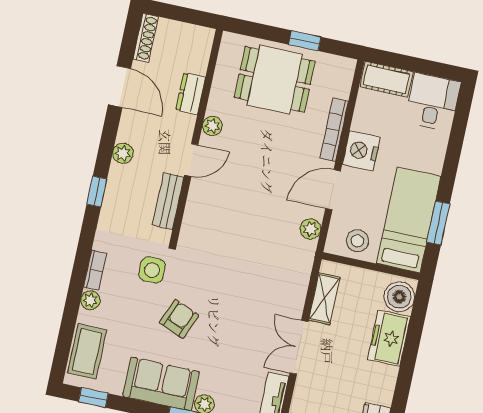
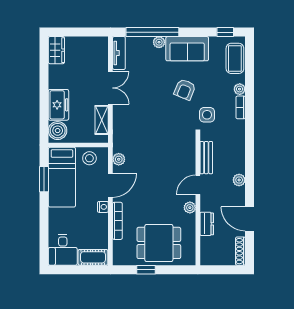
nightstand: (361, 151) -> (103, 207), width x0.53, depth x0.56
window: (97, 192) -> (250, 154), removed

